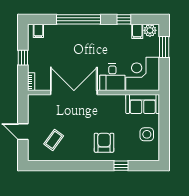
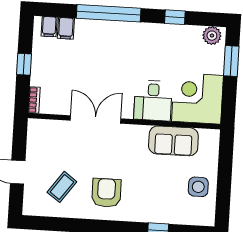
filing cabinet: (137, 31) -> (66, 28), moved
double door: (74, 92) -> (96, 119), width x0.73
sofa: (143, 104) -> (173, 141), moved
armchair: (104, 143) -> (106, 193), moved

